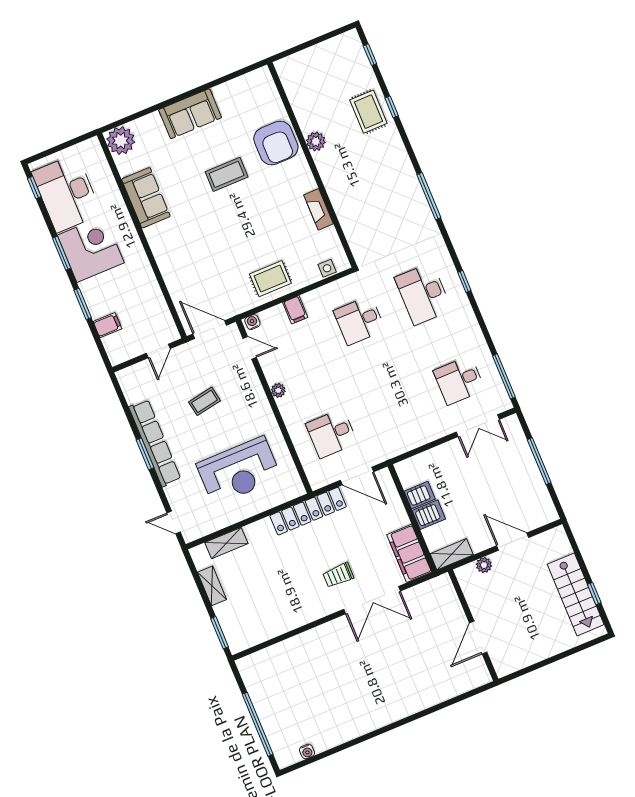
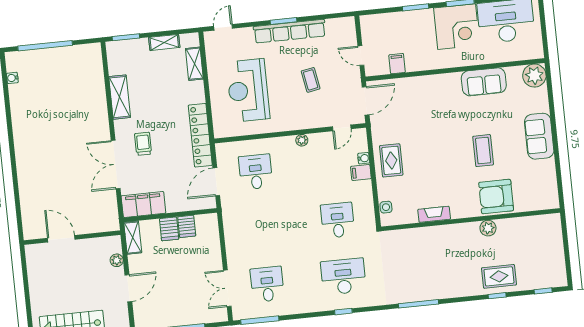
water cooler: (252, 322) -> (364, 158), moved
filing cabinet: (107, 325) -> (397, 64), moved, turned 180
shelving: (292, 619) -> (120, 97), added

